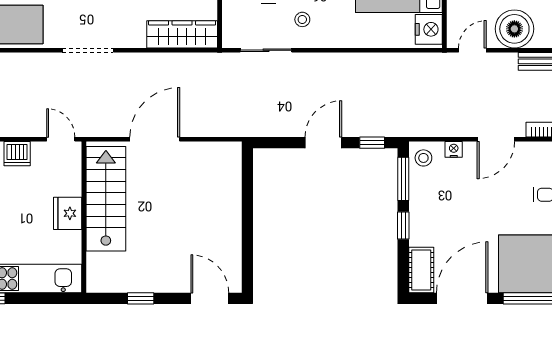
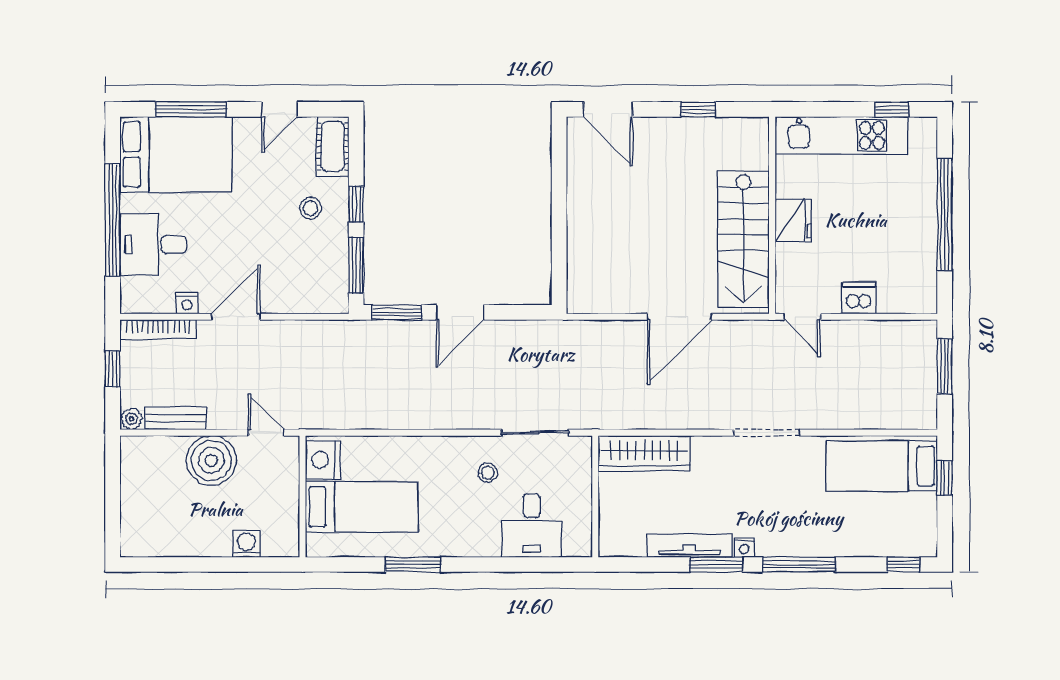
door: (472, 50) -> (266, 433), swing flipped
window: (372, 143) -> (397, 312), width x1.50
nightstand: (454, 149) -> (187, 303), moved
stool: (423, 158) -> (311, 208), moved
door: (462, 298) -> (279, 109), width x0.53

